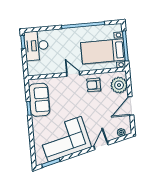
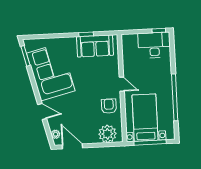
door: (73, 74) -> (122, 84), hinge flipped
door: (131, 106) -> (72, 146), moved

